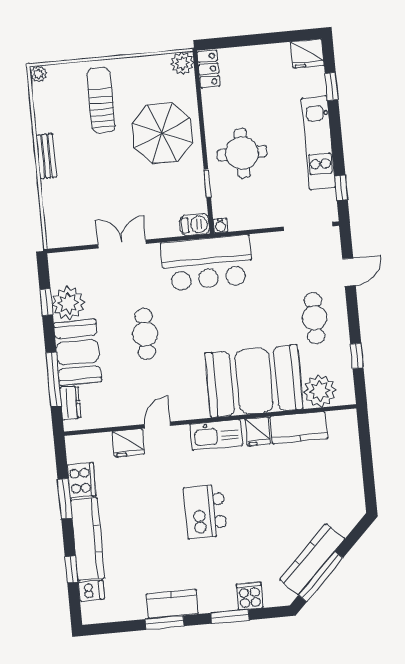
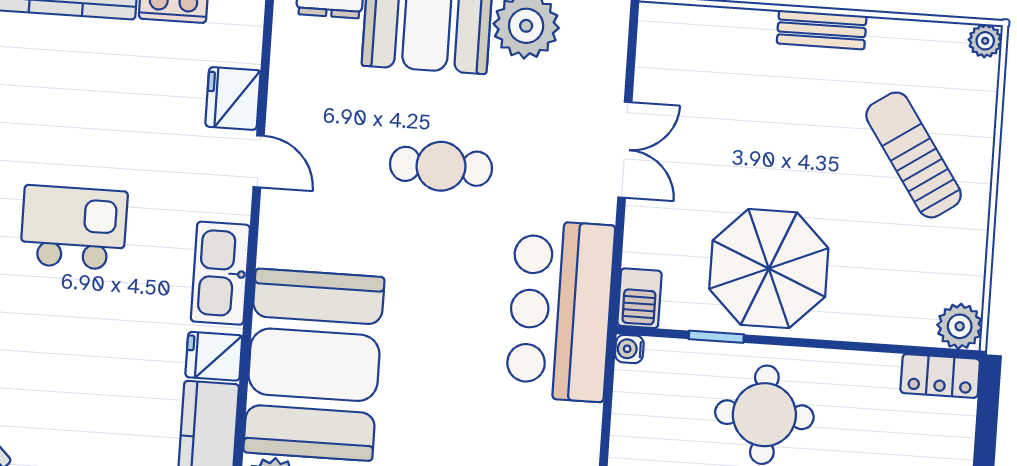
sun lounger: (101, 100) -> (914, 155), turned -124
parasol: (162, 133) -> (769, 269), moved

